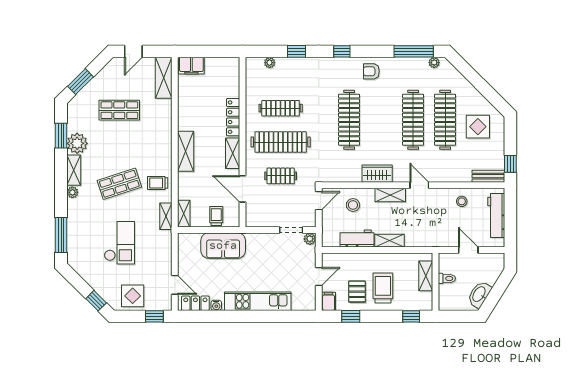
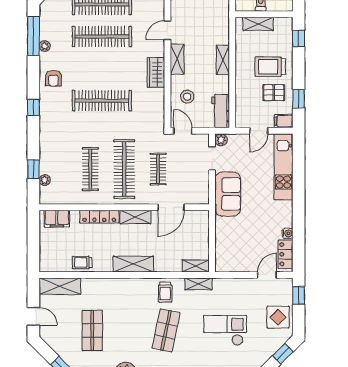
window: (296, 51) -> (33, 169), moved
plant: (434, 63) -> (45, 46), moved
filing cabinet: (191, 66) -> (57, 219), moved, turned 90
shop shelf: (119, 184) -> (166, 330), turned 30
trolley: (216, 216) -> (82, 262), moved
workbench: (357, 238) -> (221, 111), moved
sofa: (223, 246) -> (228, 194), moved
door: (319, 277) -> (259, 131), swing flipped
kitchen unit: (258, 301) -> (283, 167), moved

